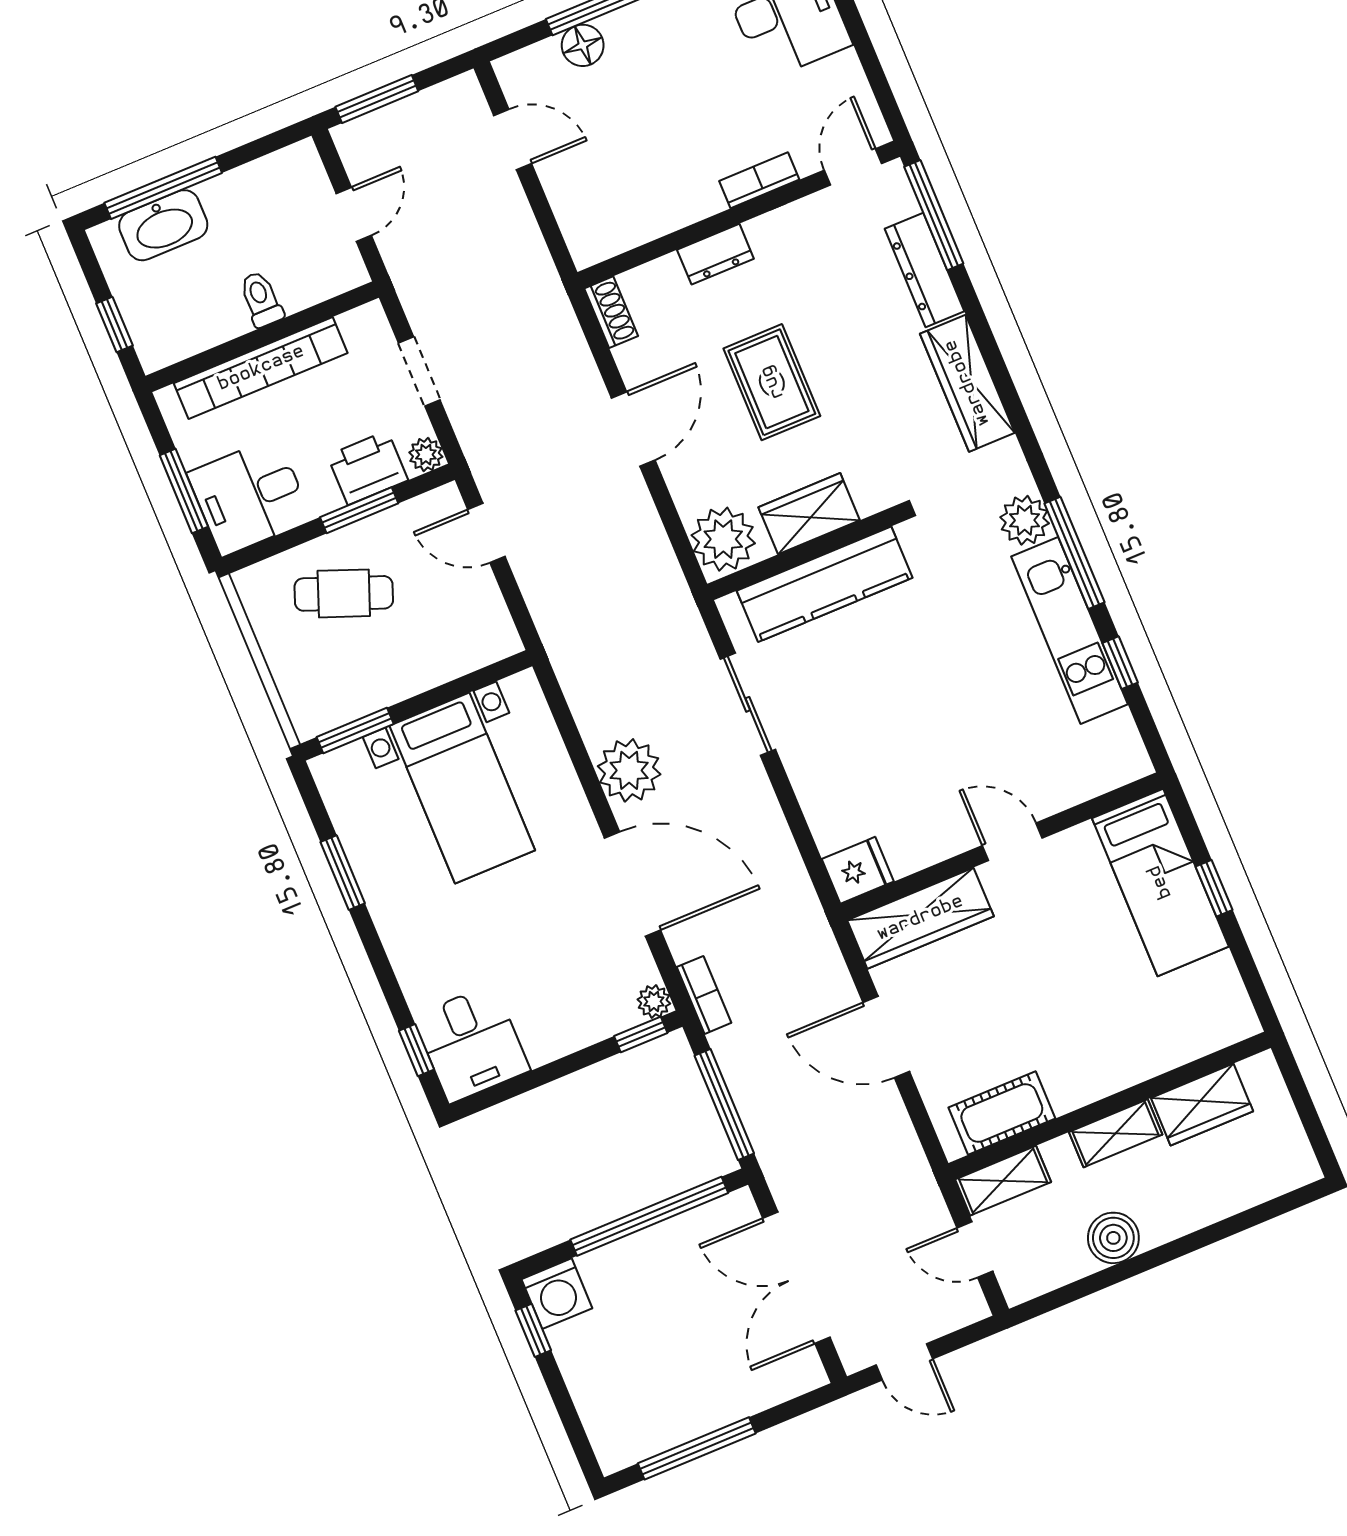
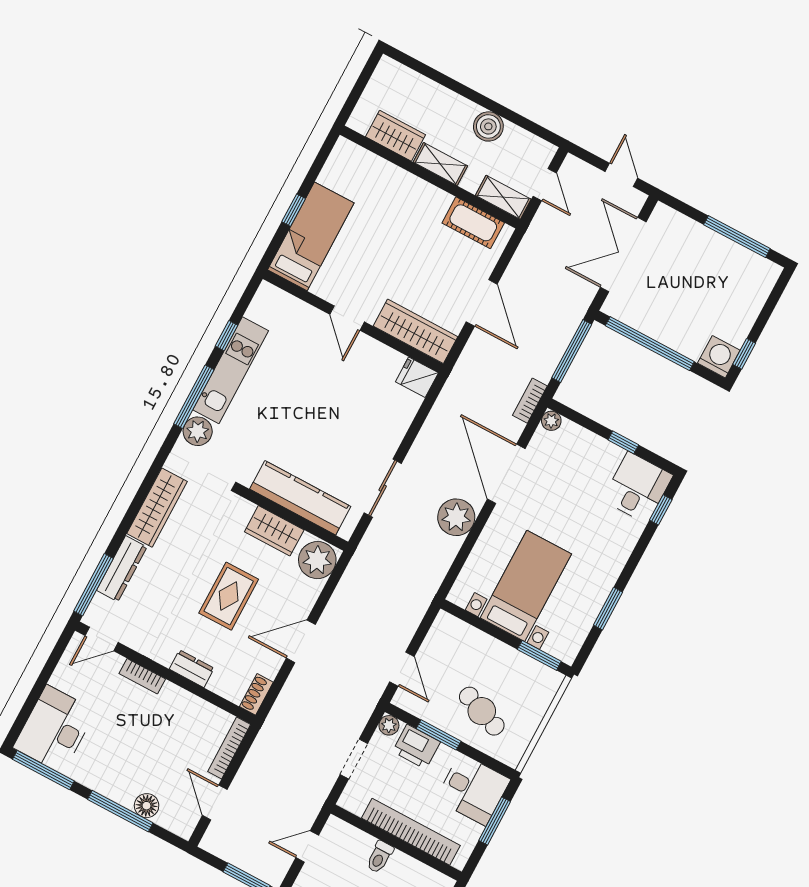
bookcase: (570, 218) -> (229, 748), added
window: (641, 1035) -> (623, 442), moved
double door: (796, 1278) -> (623, 255), swing flipped

